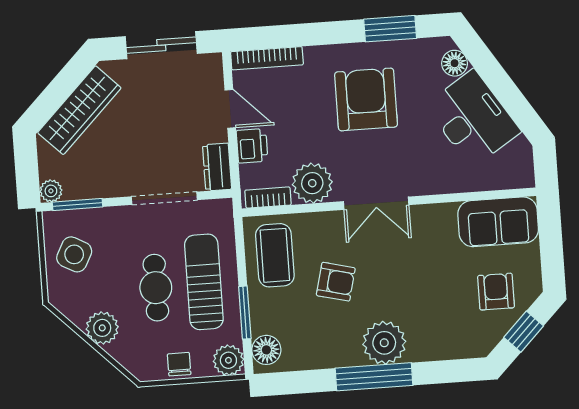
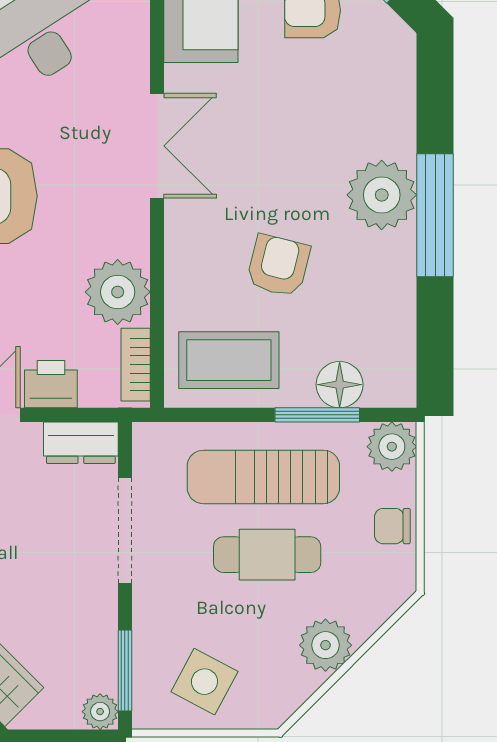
double door: (376, 203) -> (157, 146), moved
floor lamp: (266, 350) -> (340, 385), moved

